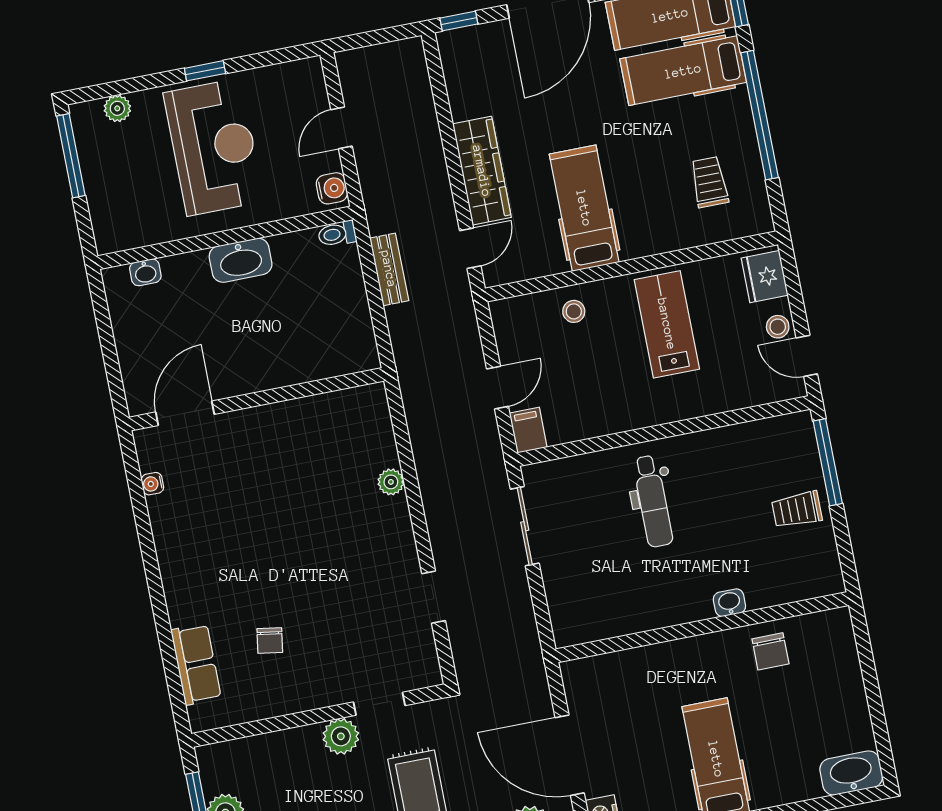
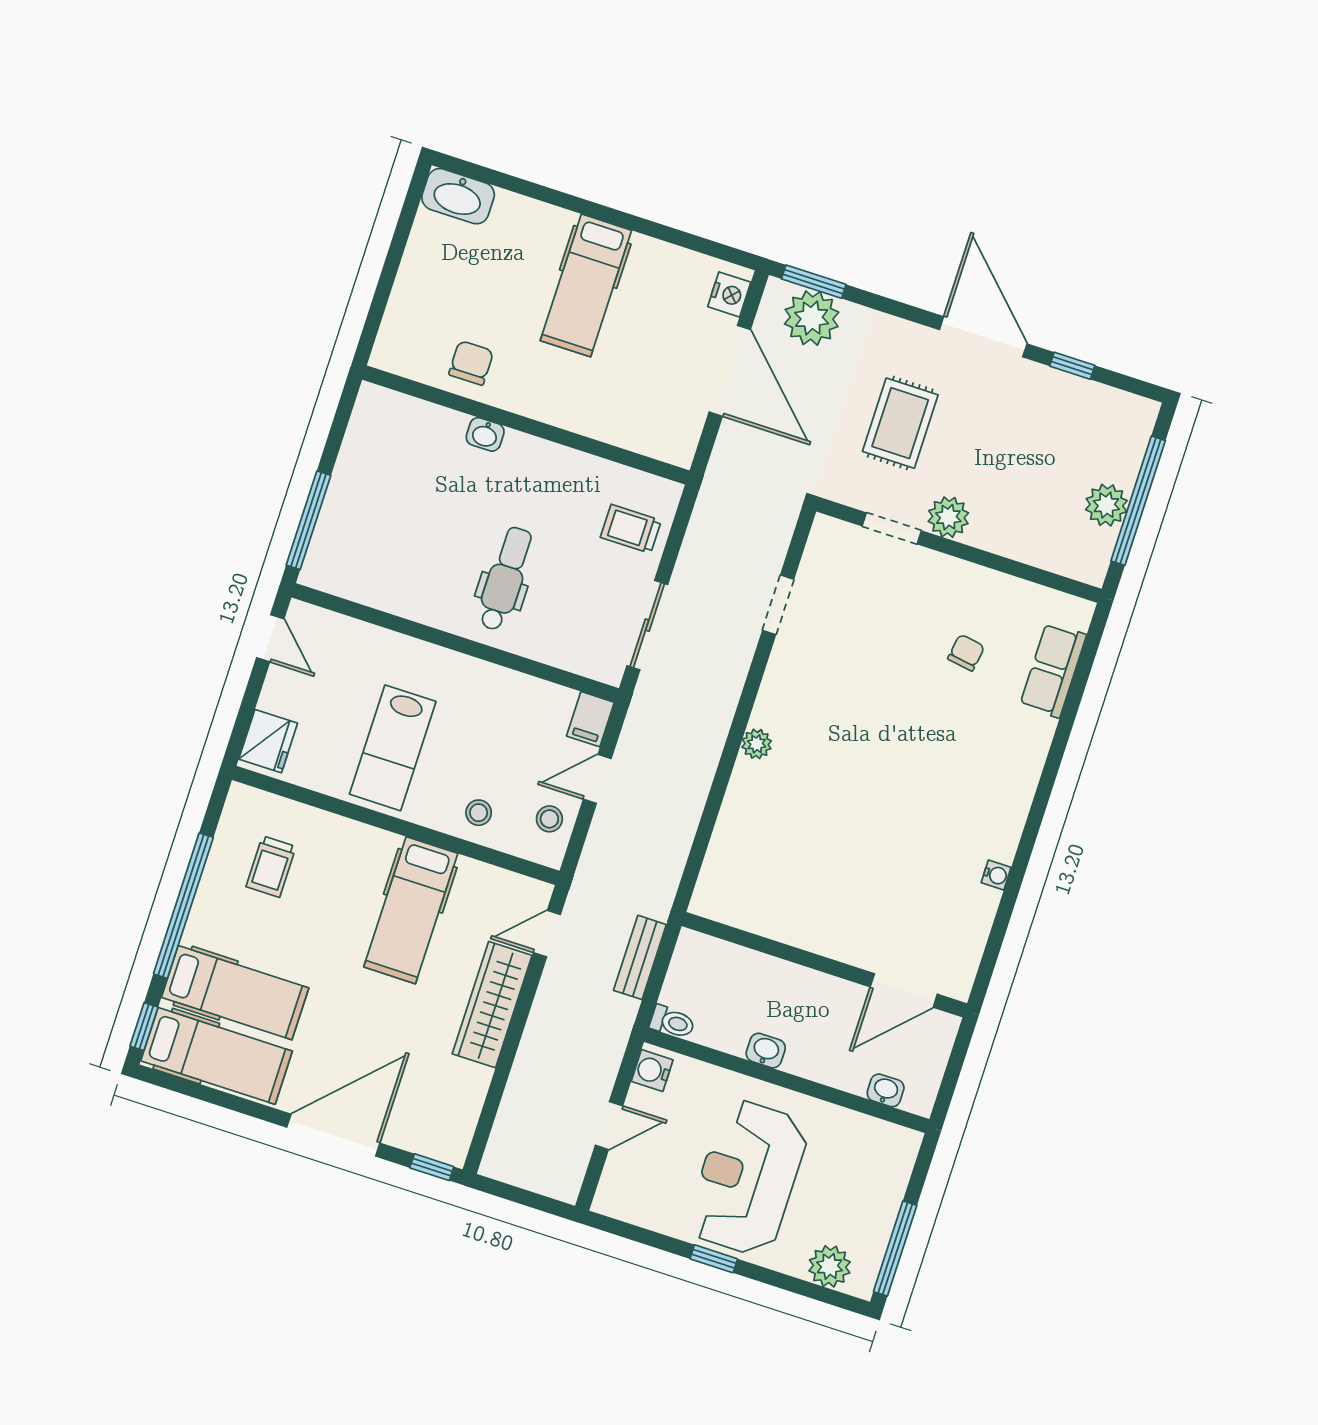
plant: (117, 108) -> (830, 1266), width x1.38, depth x1.38
washbasin: (241, 260) -> (766, 1051), width x0.52, depth x0.69
stool: (778, 327) -> (549, 819), moved
wall: (257, 399) -> (824, 965), moved
door: (185, 413) -> (904, 990), moved
trolley: (797, 510) -> (631, 529), moved, turned 180

